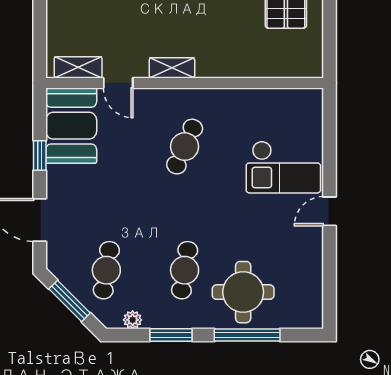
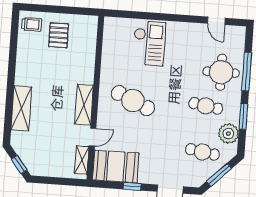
shelving: (172, 68) -> (84, 105), width x1.50, depth x1.33
cafe table: (185, 147) -> (133, 101), width x1.37, depth x1.35
door: (330, 211) -> (216, 21), moved
plant: (133, 320) -> (228, 134), width x1.87, depth x1.87

